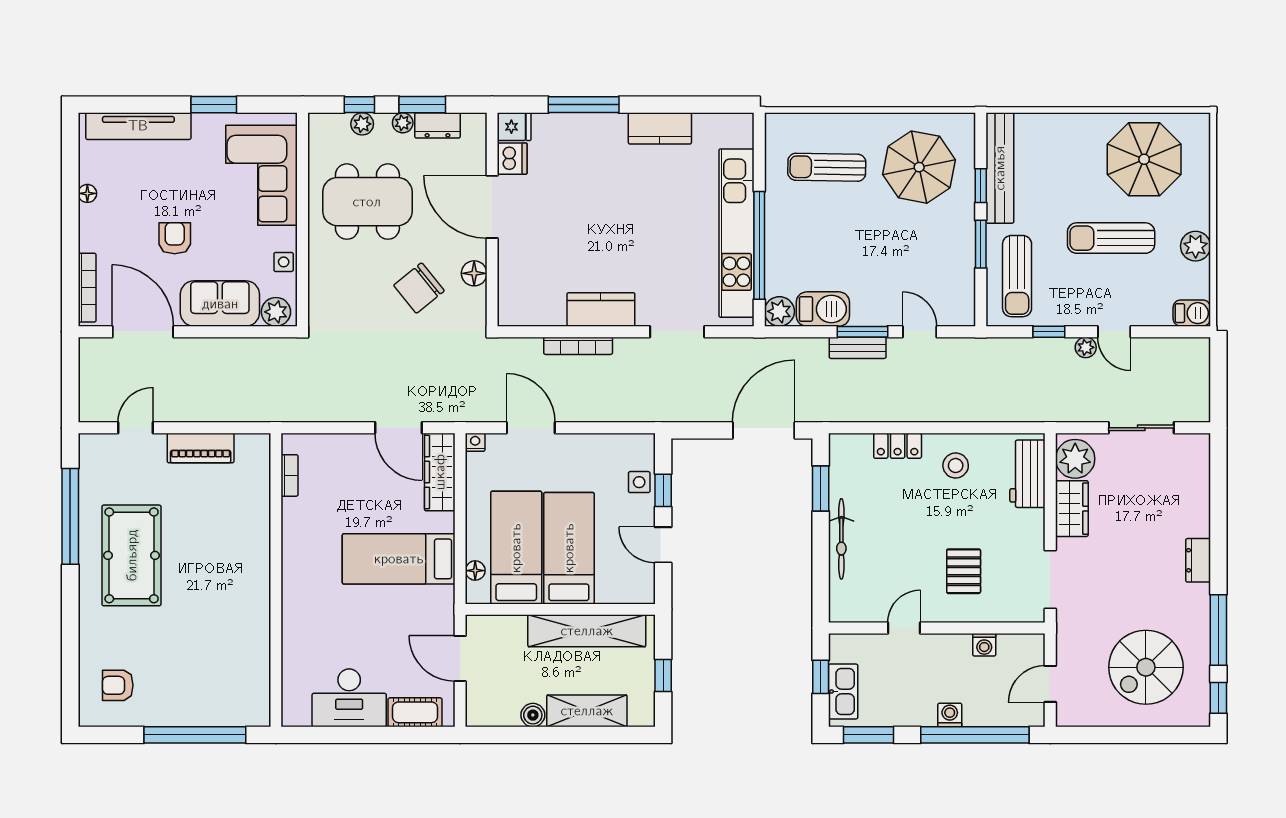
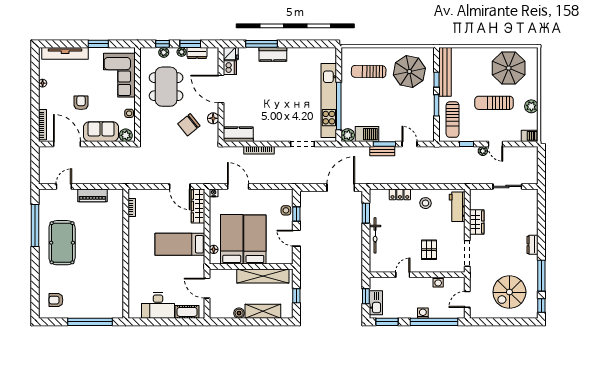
kitchen counter: (660, 128) -> (273, 54), moved
dining table: (367, 202) -> (166, 87), turned 90
kitchen counter: (601, 309) -> (238, 134), moved
plant: (1075, 459) -> (478, 200), removed

